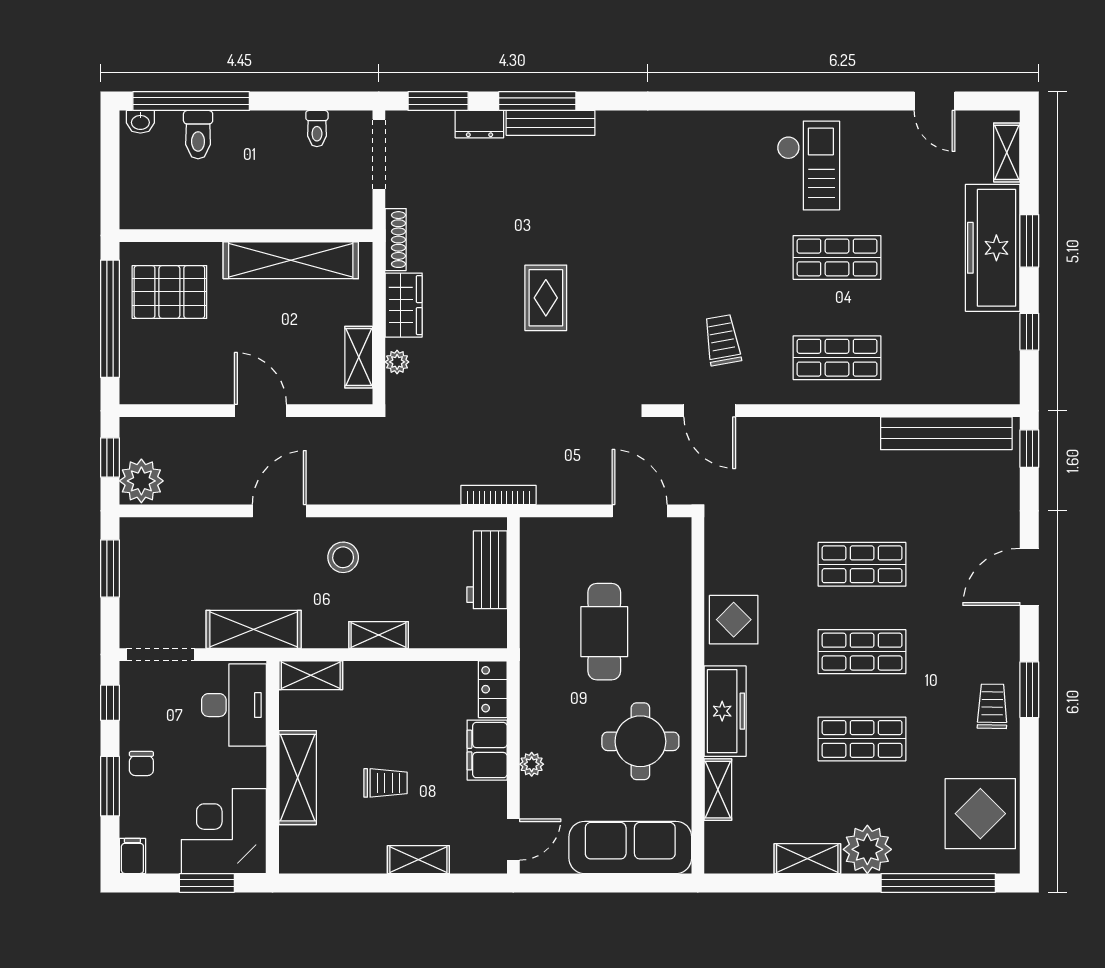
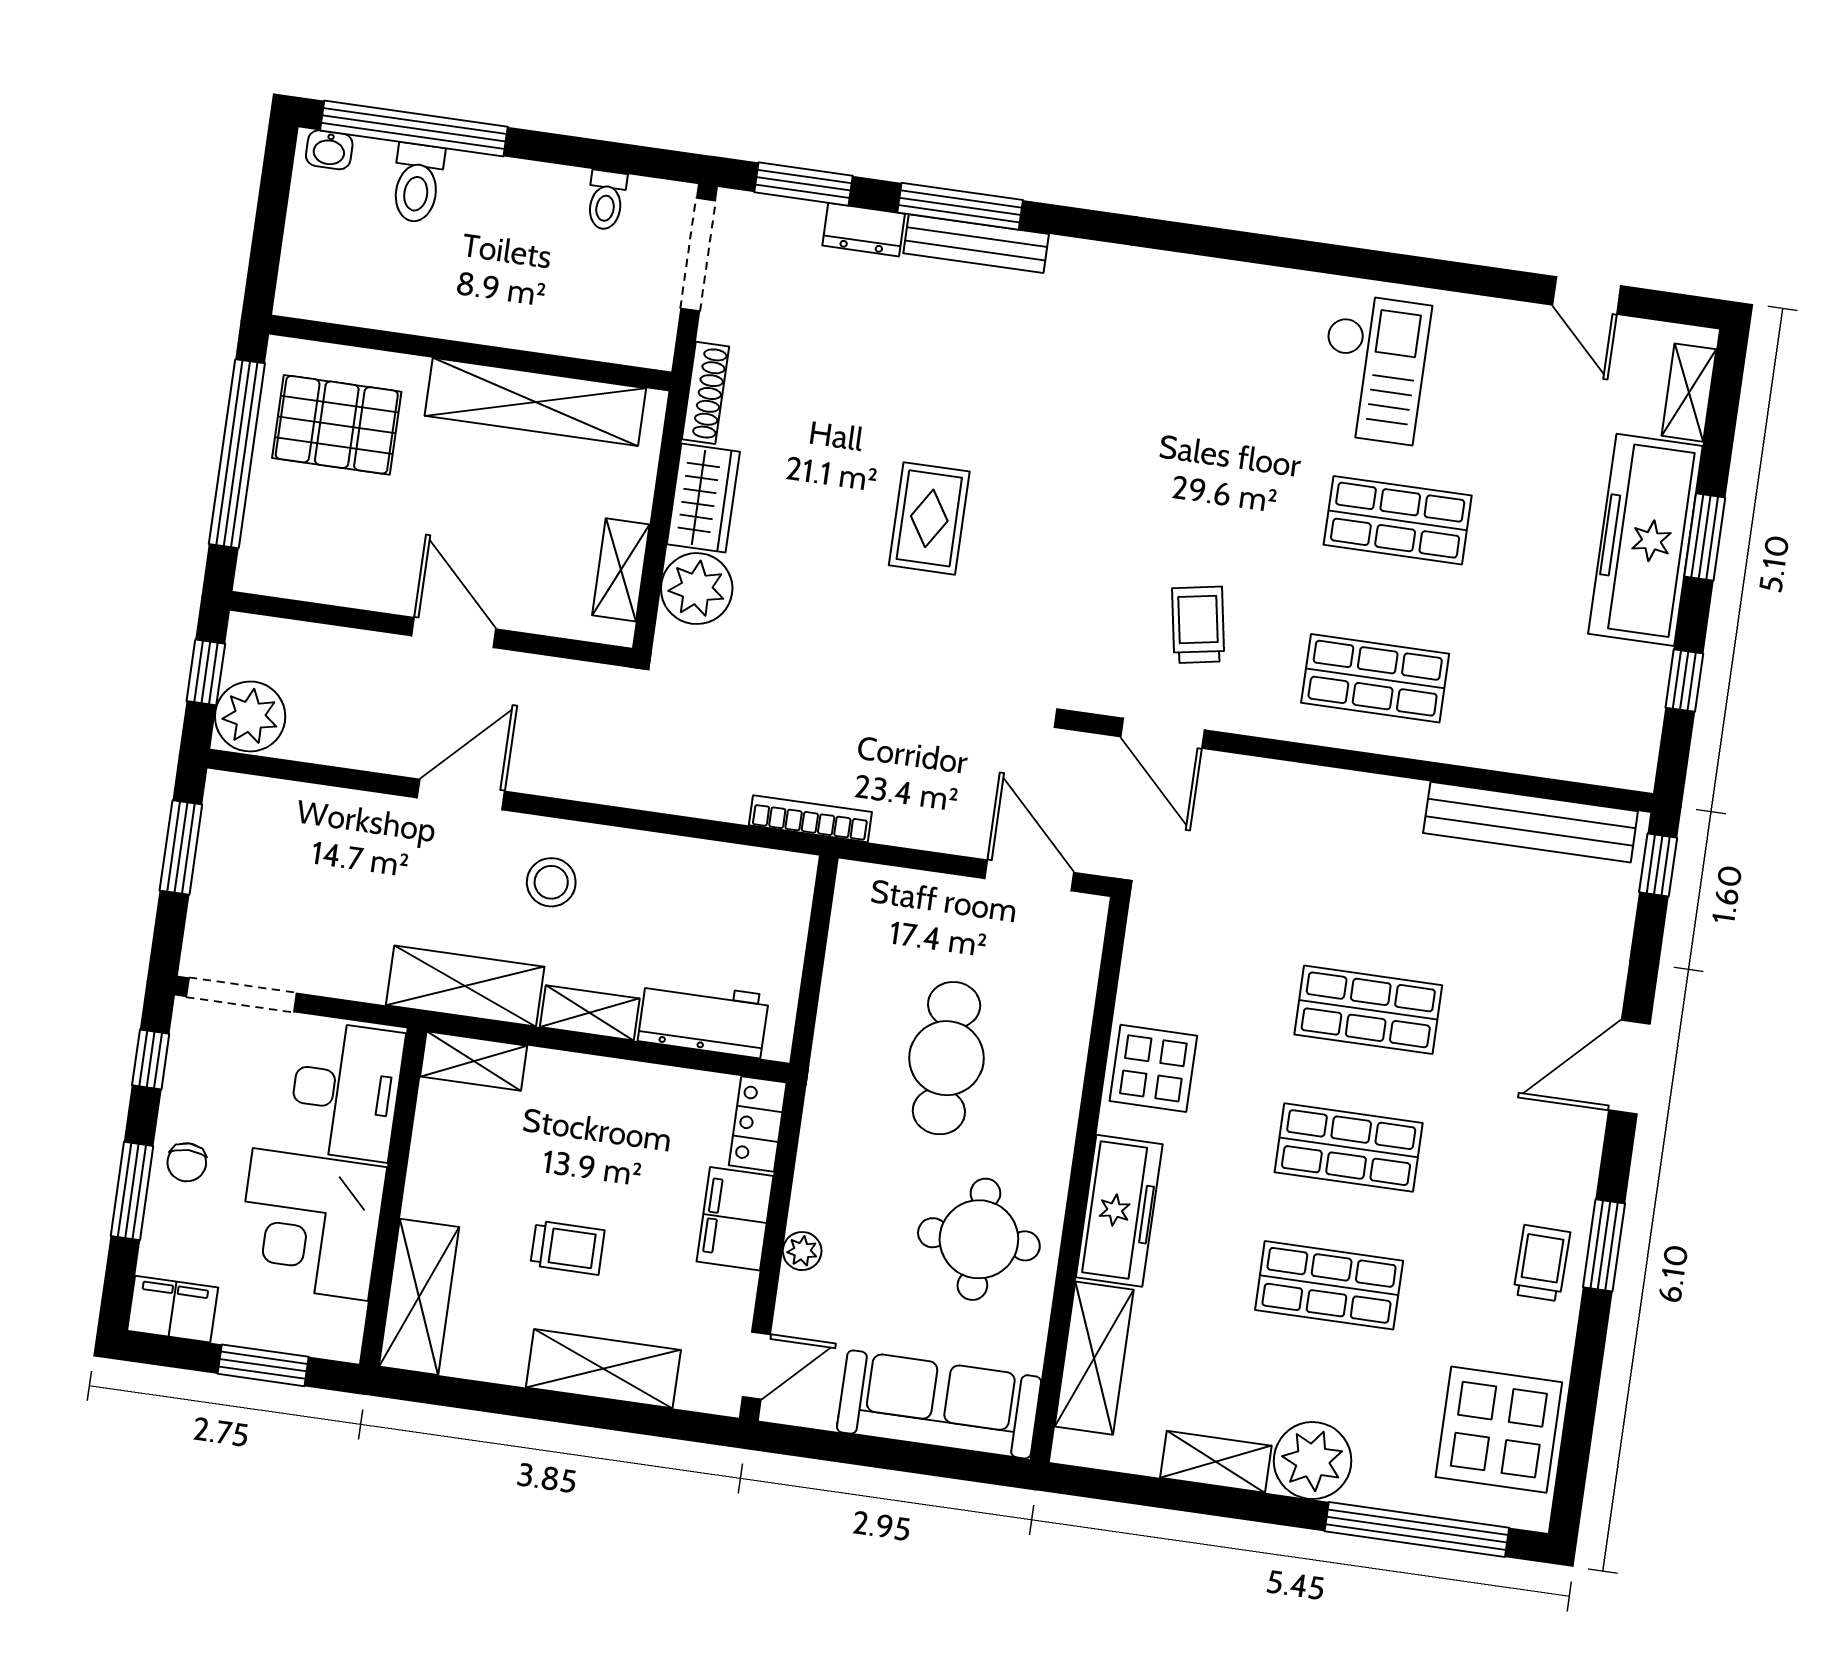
plant: (397, 362) -> (697, 589), width x1.87, depth x1.87
workbench: (487, 570) -> (703, 1018), moved, turned 90
shelving: (254, 629) -> (465, 986), moved
shelving: (298, 778) -> (419, 1297), moved
shelving: (718, 790) -> (1094, 1358), width x1.50, depth x1.33
corner desk: (224, 831) -> (310, 1225), moved, turned -90
filing cabinet: (132, 856) -> (173, 1309), width x2.00
shelving: (418, 860) -> (603, 1369), width x1.50, depth x1.33

